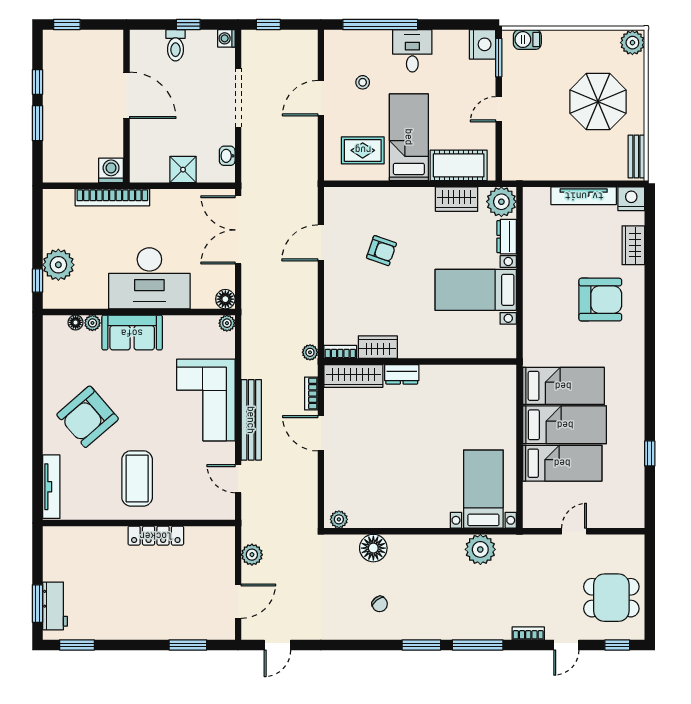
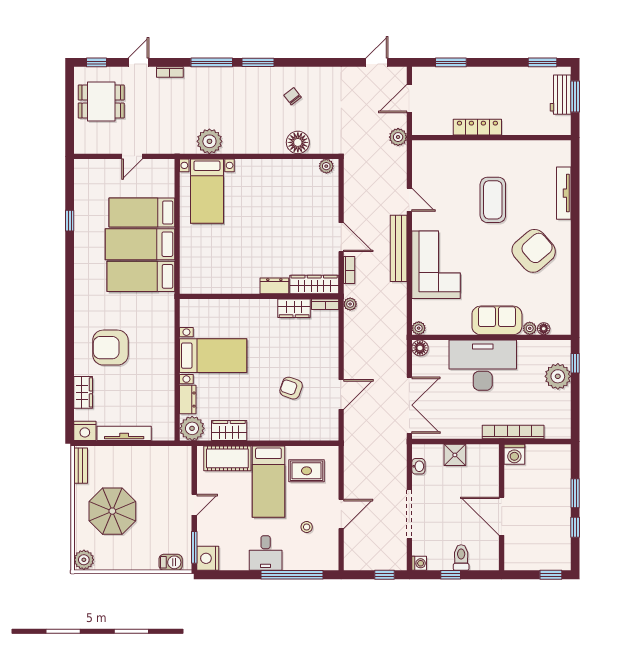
wall: (139, 523) -> (491, 138), moved
locker: (156, 536) -> (477, 127), moved

